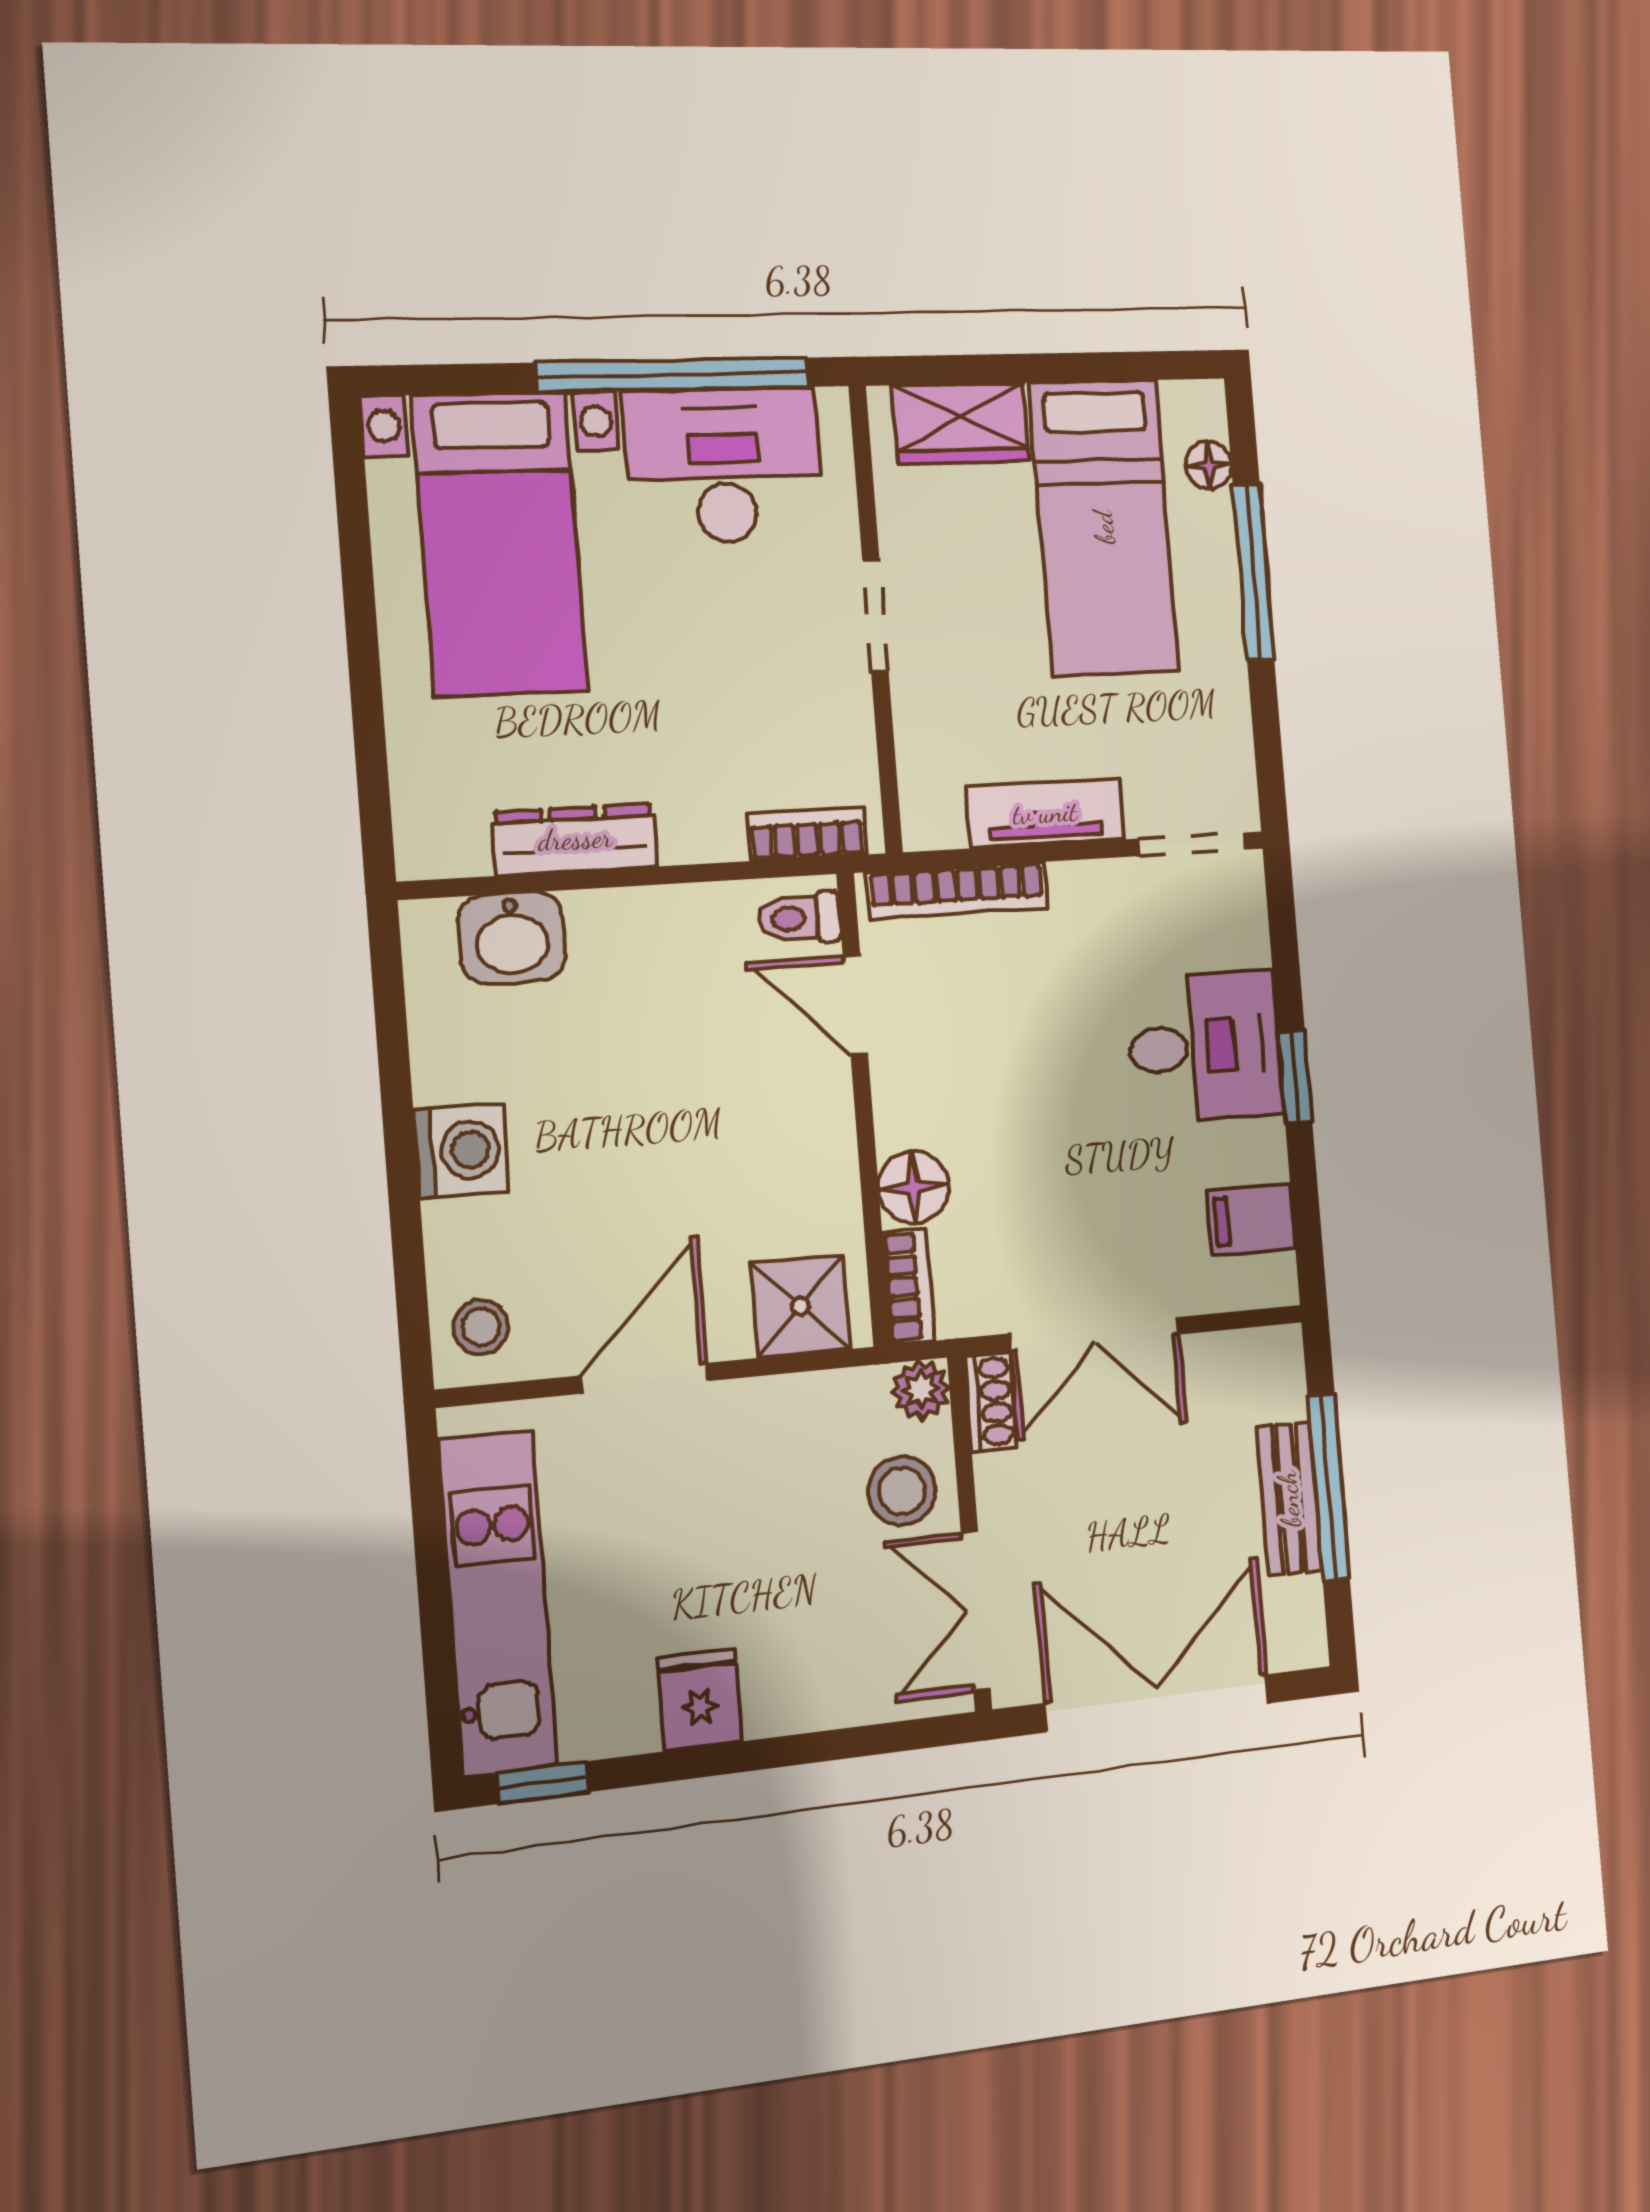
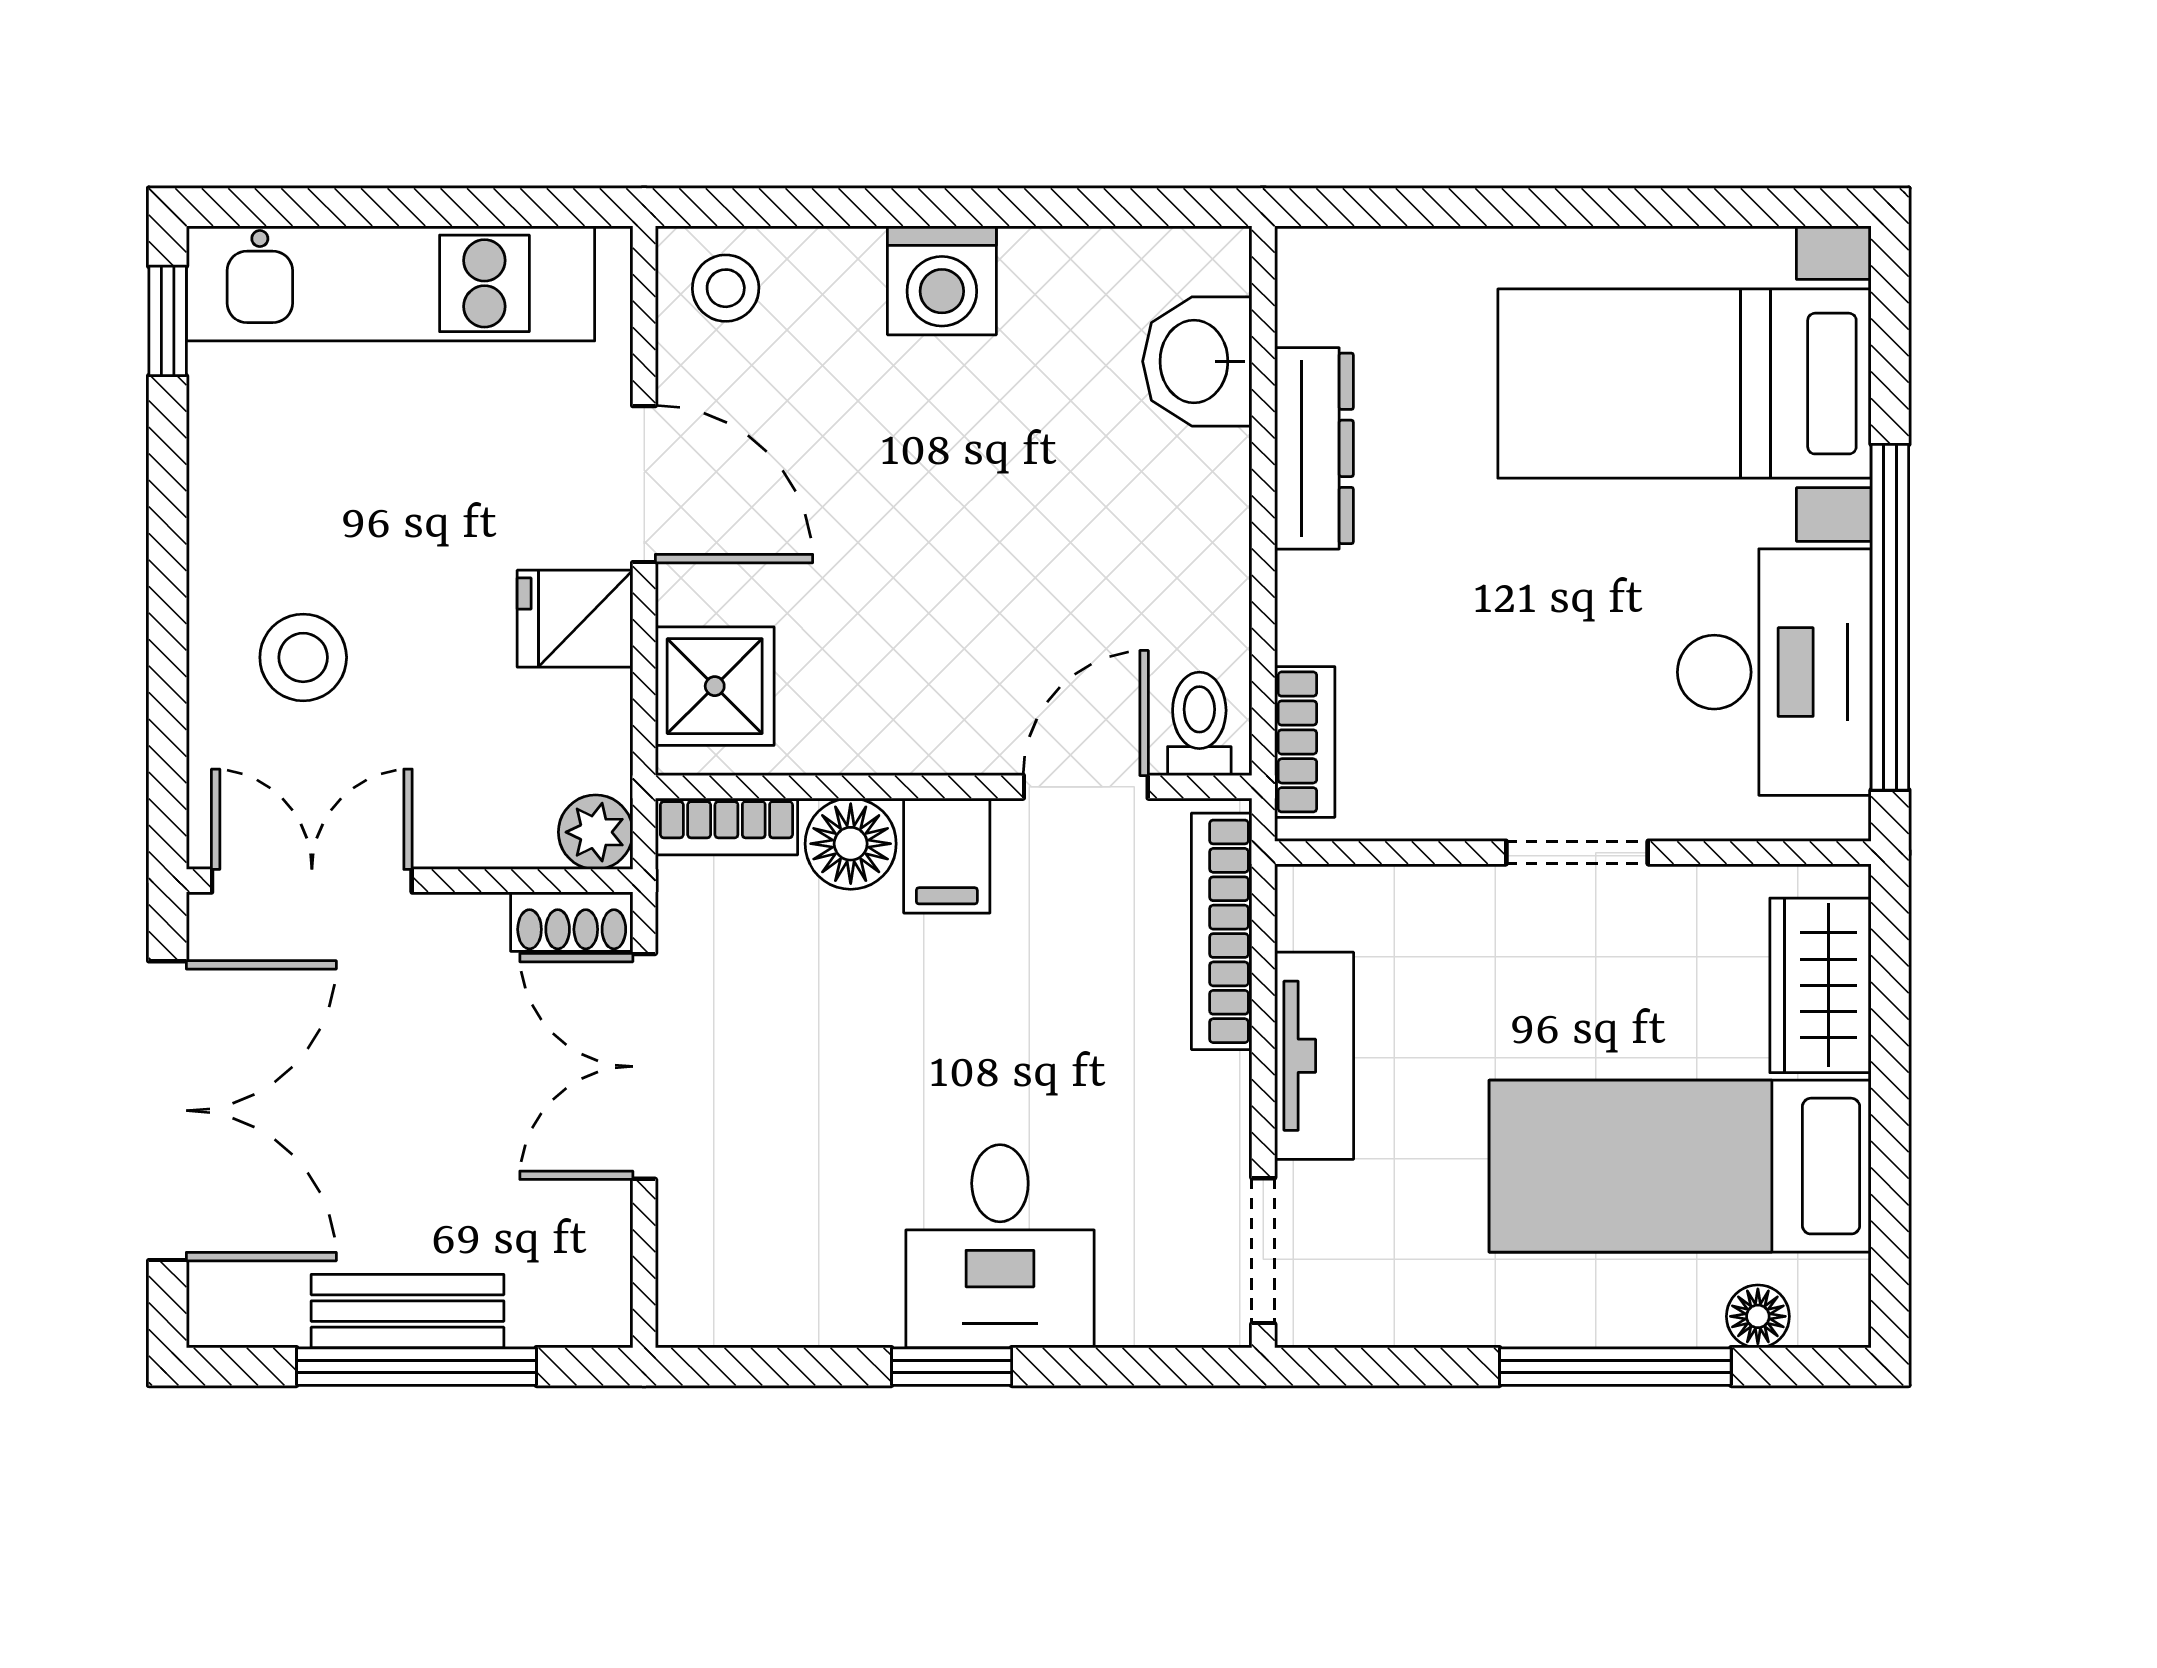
filing cabinet: (1251, 1219) -> (947, 856), moved, turned 180
stool: (902, 1491) -> (303, 657), moved
fridge: (700, 1699) -> (575, 619), moved, turned 180

